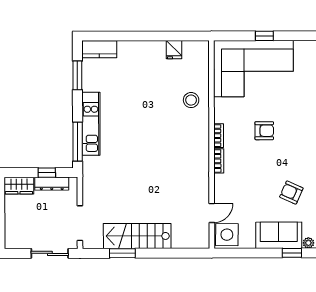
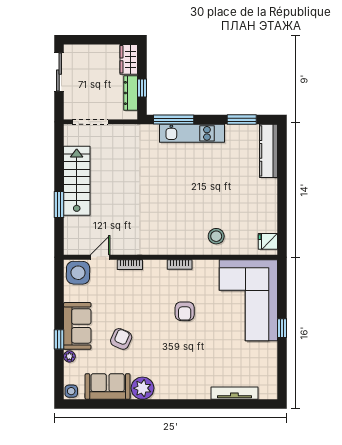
window: (264, 36) -> (282, 328), moved
kitchen counter: (99, 49) -> (268, 151), width x1.50
fridge: (174, 50) -> (268, 241), moved
bookcase: (219, 161) -> (130, 265), moved
door: (212, 213) -> (100, 257), swing flipped
sliding door: (50, 253) -> (59, 72), moved
window: (122, 253) -> (59, 205), moved

